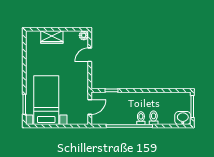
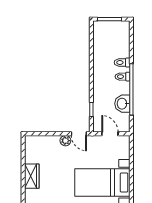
plant: (84, 35) -> (65, 141), moved
door: (90, 55) -> (79, 134), moved
washbasin: (183, 118) -> (122, 104), moved

